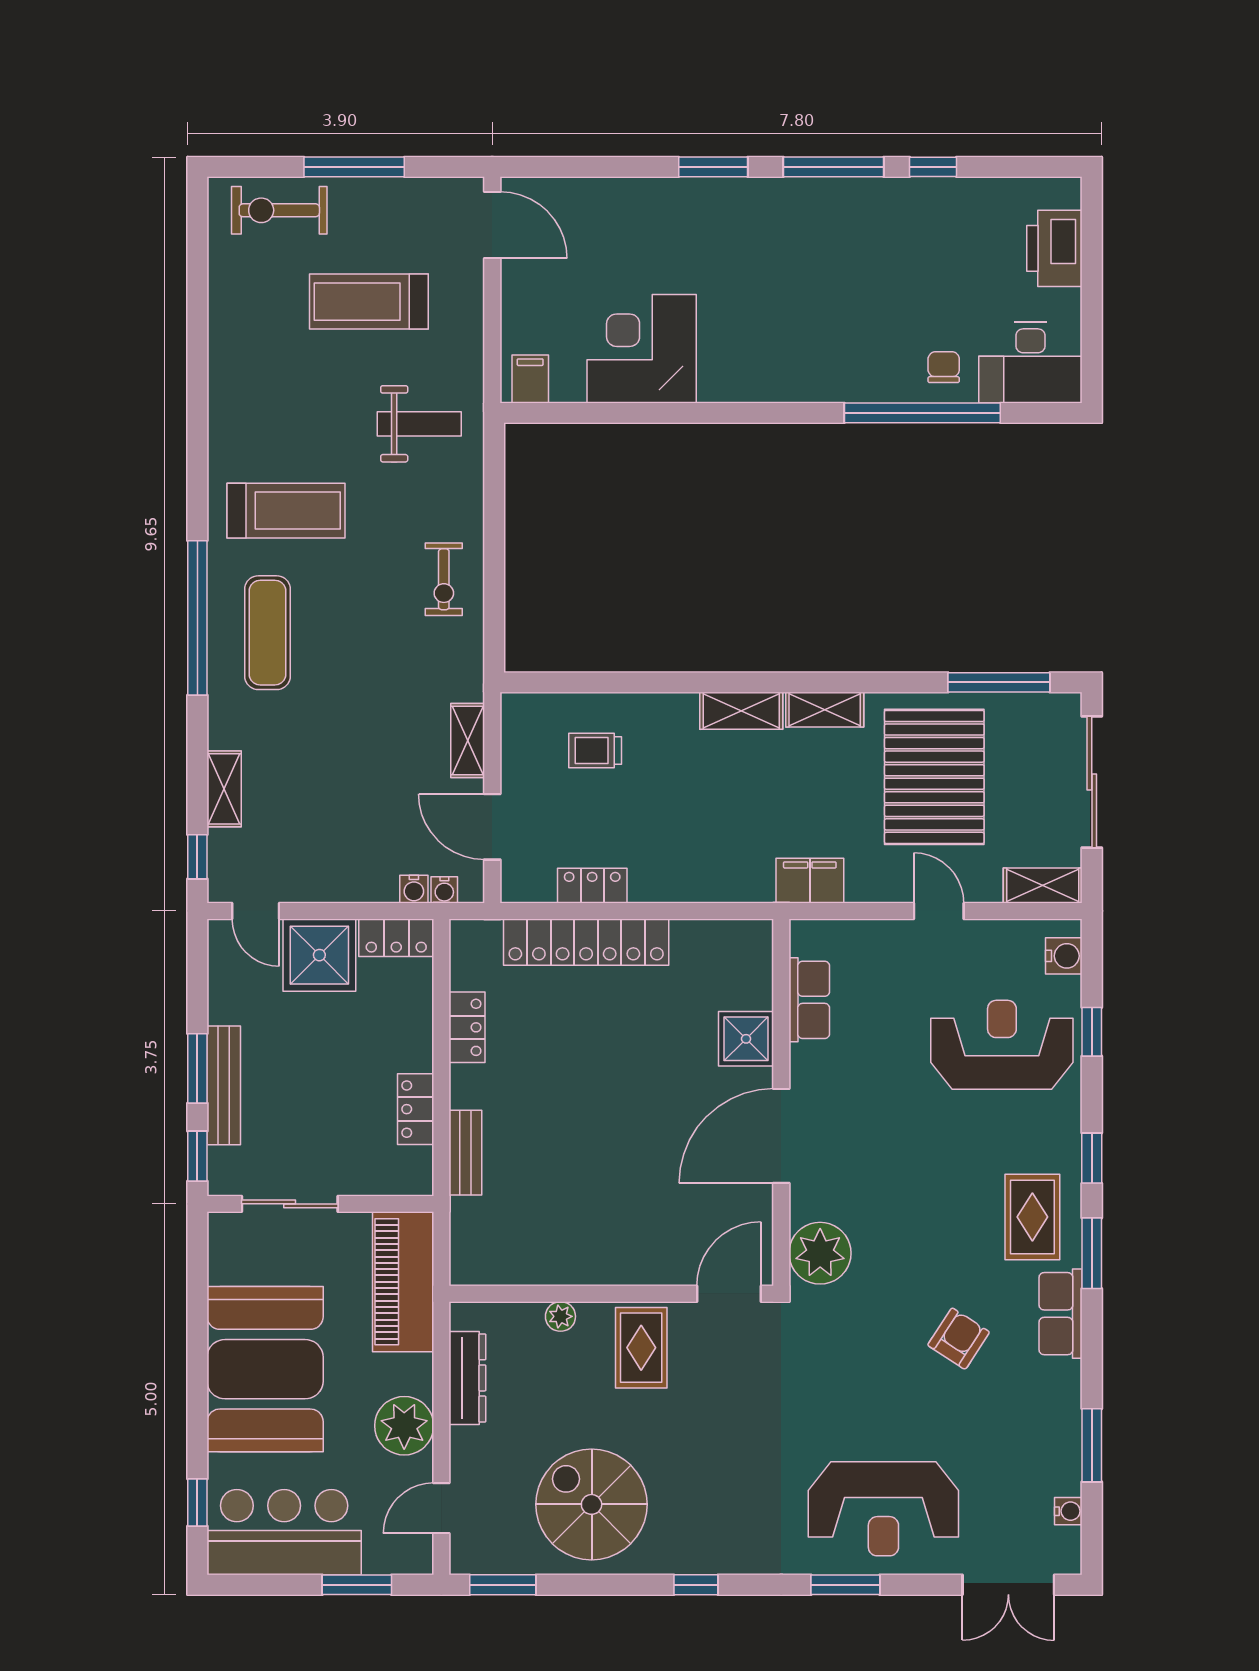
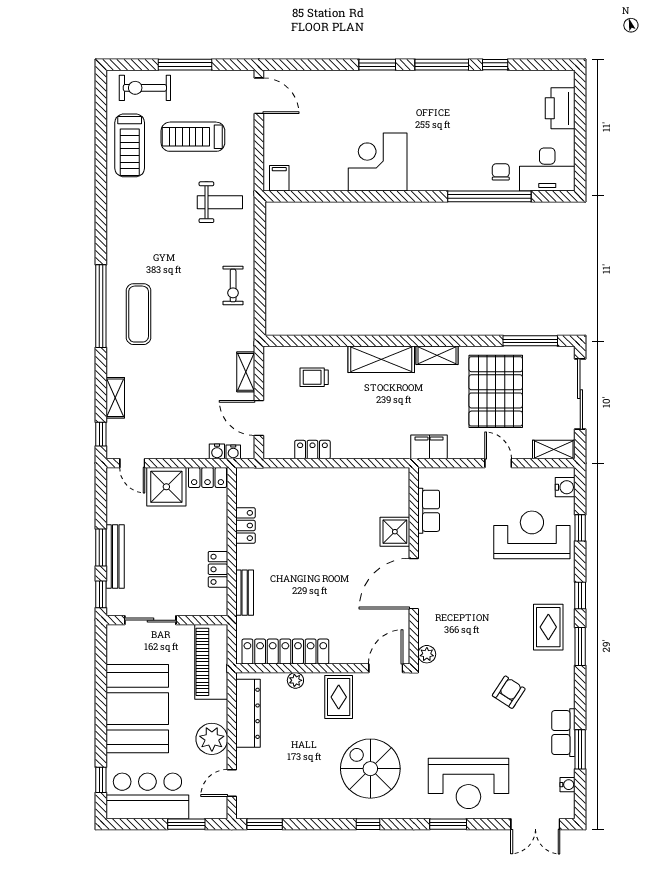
corner desk: (642, 349) -> (378, 162), moved
treadmill: (286, 511) -> (130, 145), moved, turned 90
shelving: (741, 711) -> (381, 359), width x1.50, depth x1.33
locker: (586, 942) -> (285, 651), moved, turned 180
plant: (820, 1253) -> (427, 654), width x0.53, depth x0.53
row of seats: (1061, 1314) -> (563, 733), moved
dresser: (467, 1378) -> (248, 713), width x1.37, depth x1.24
spiral stairs: (592, 1504) -> (370, 769), moved

